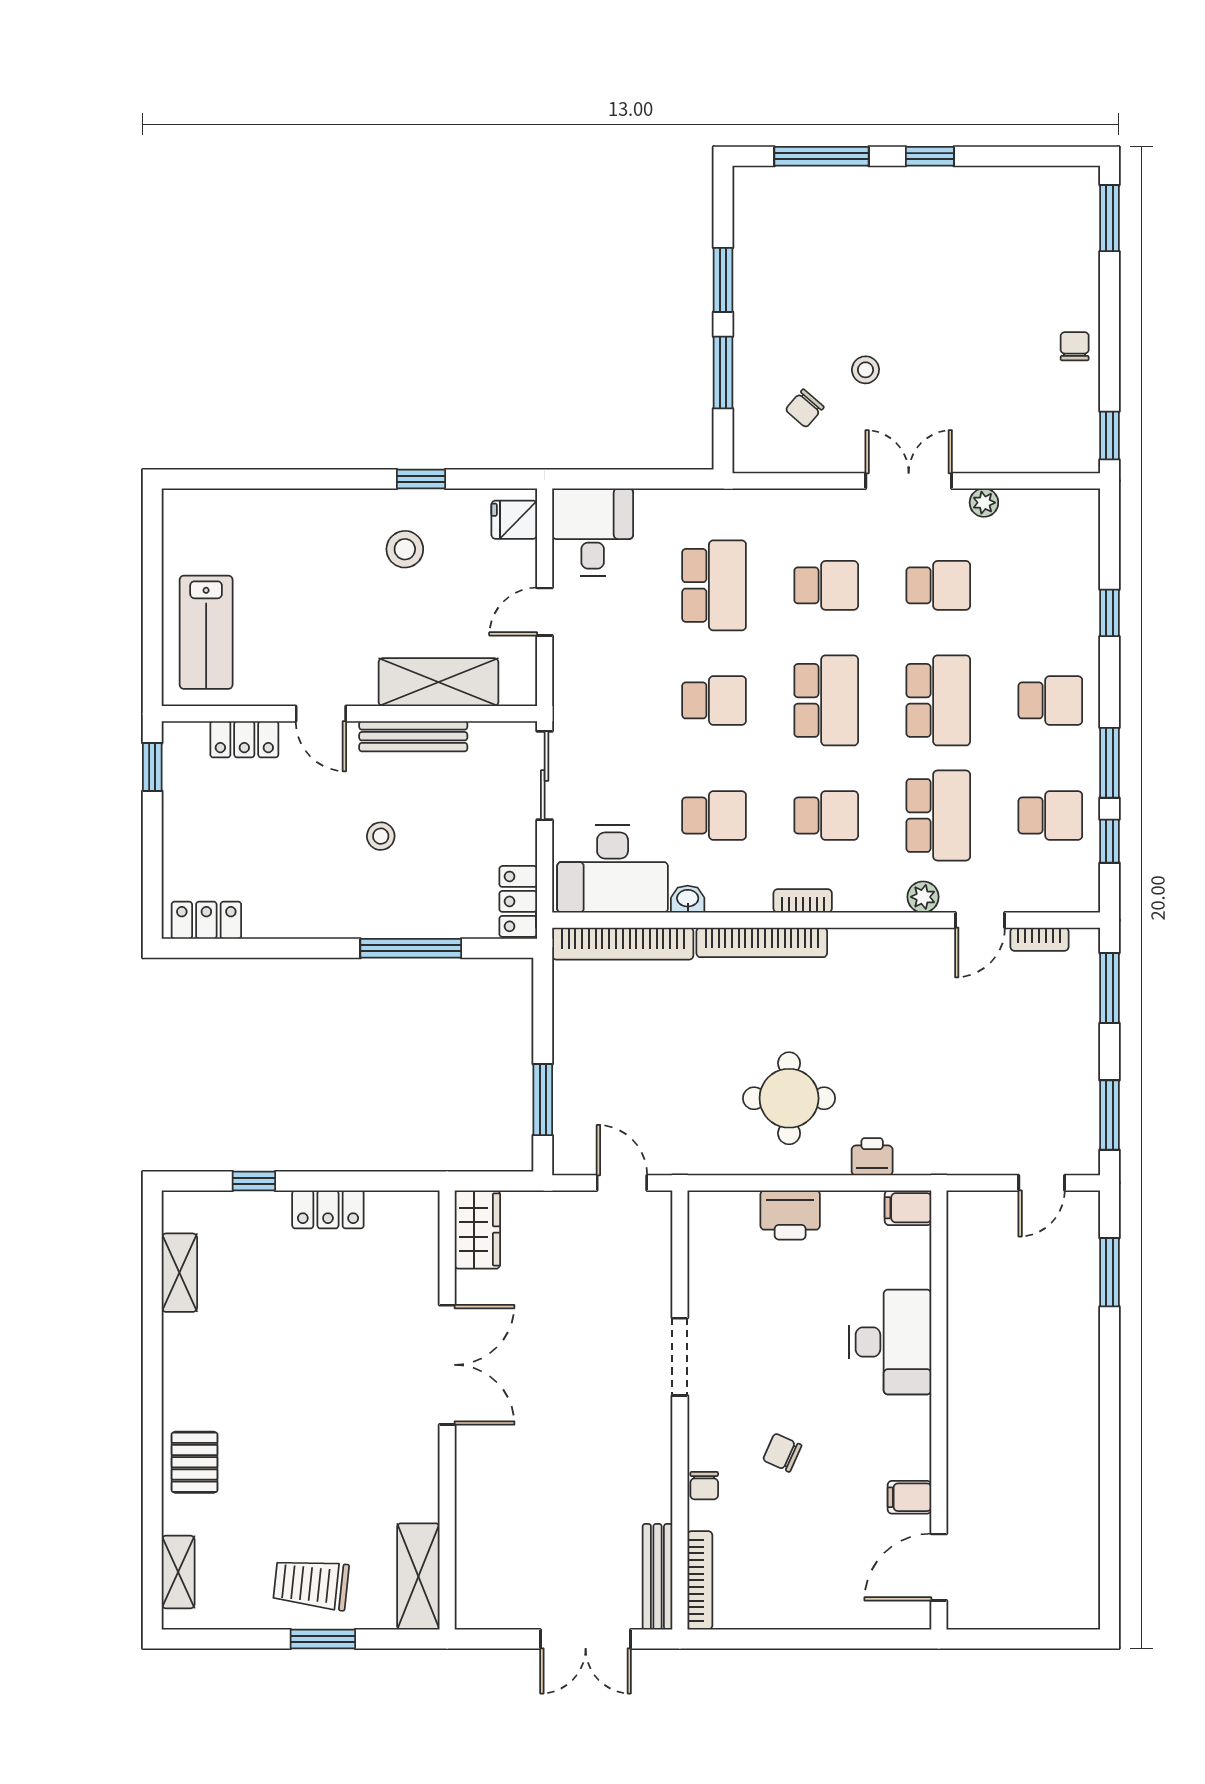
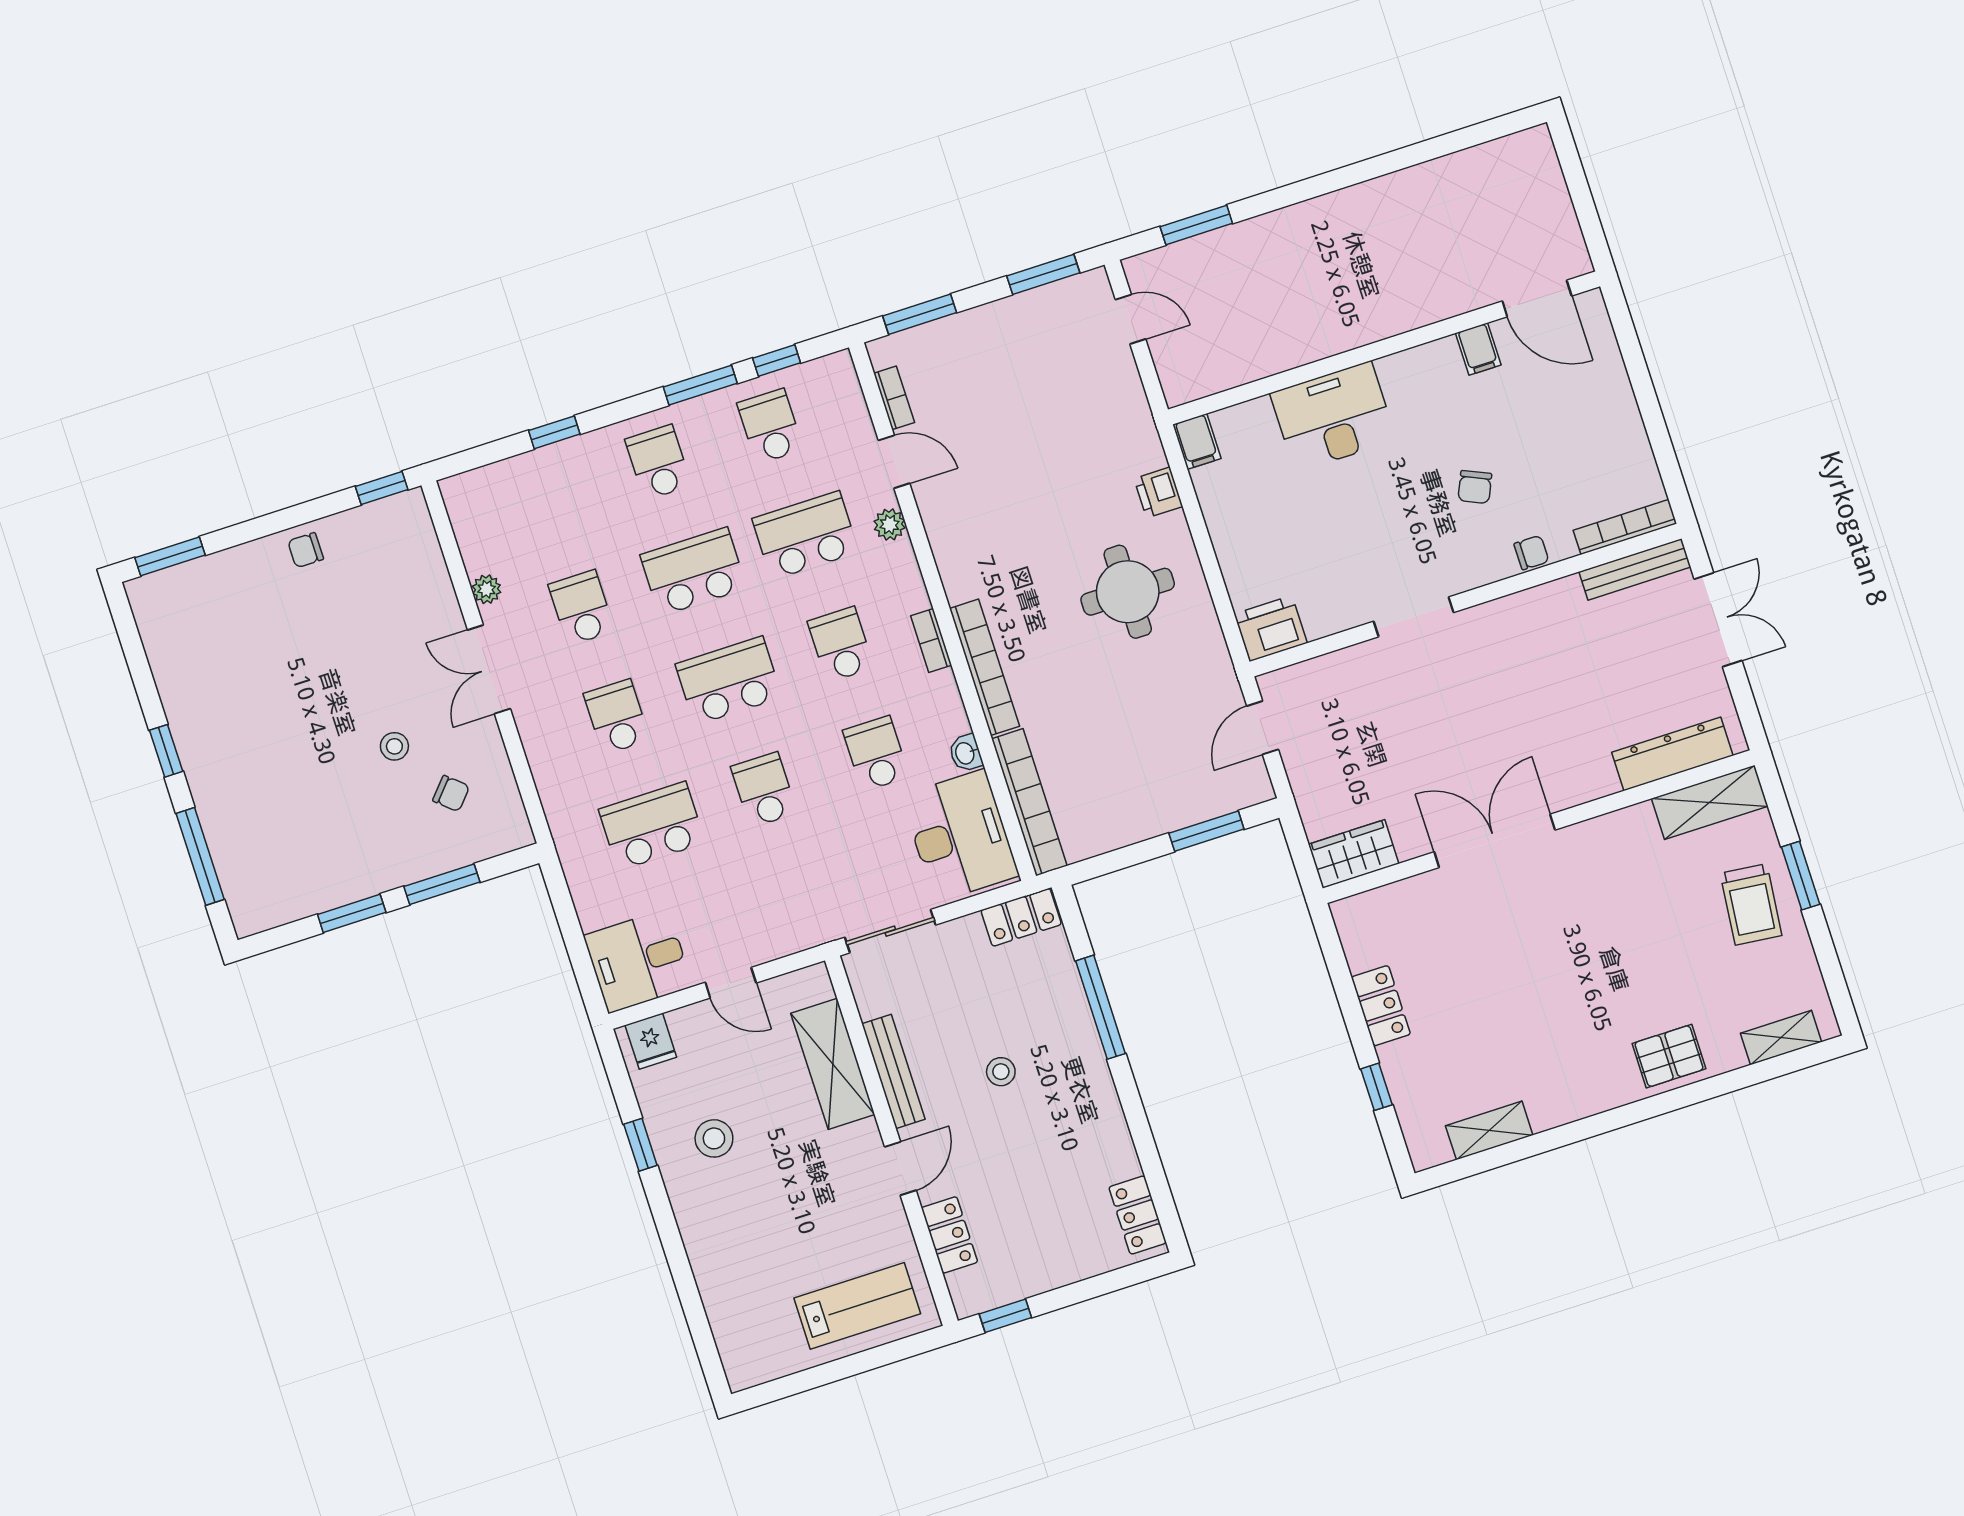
printer: (790, 1215) -> (1271, 628), moved, turned -90
dresser: (475, 1556) -> (1672, 754), added

